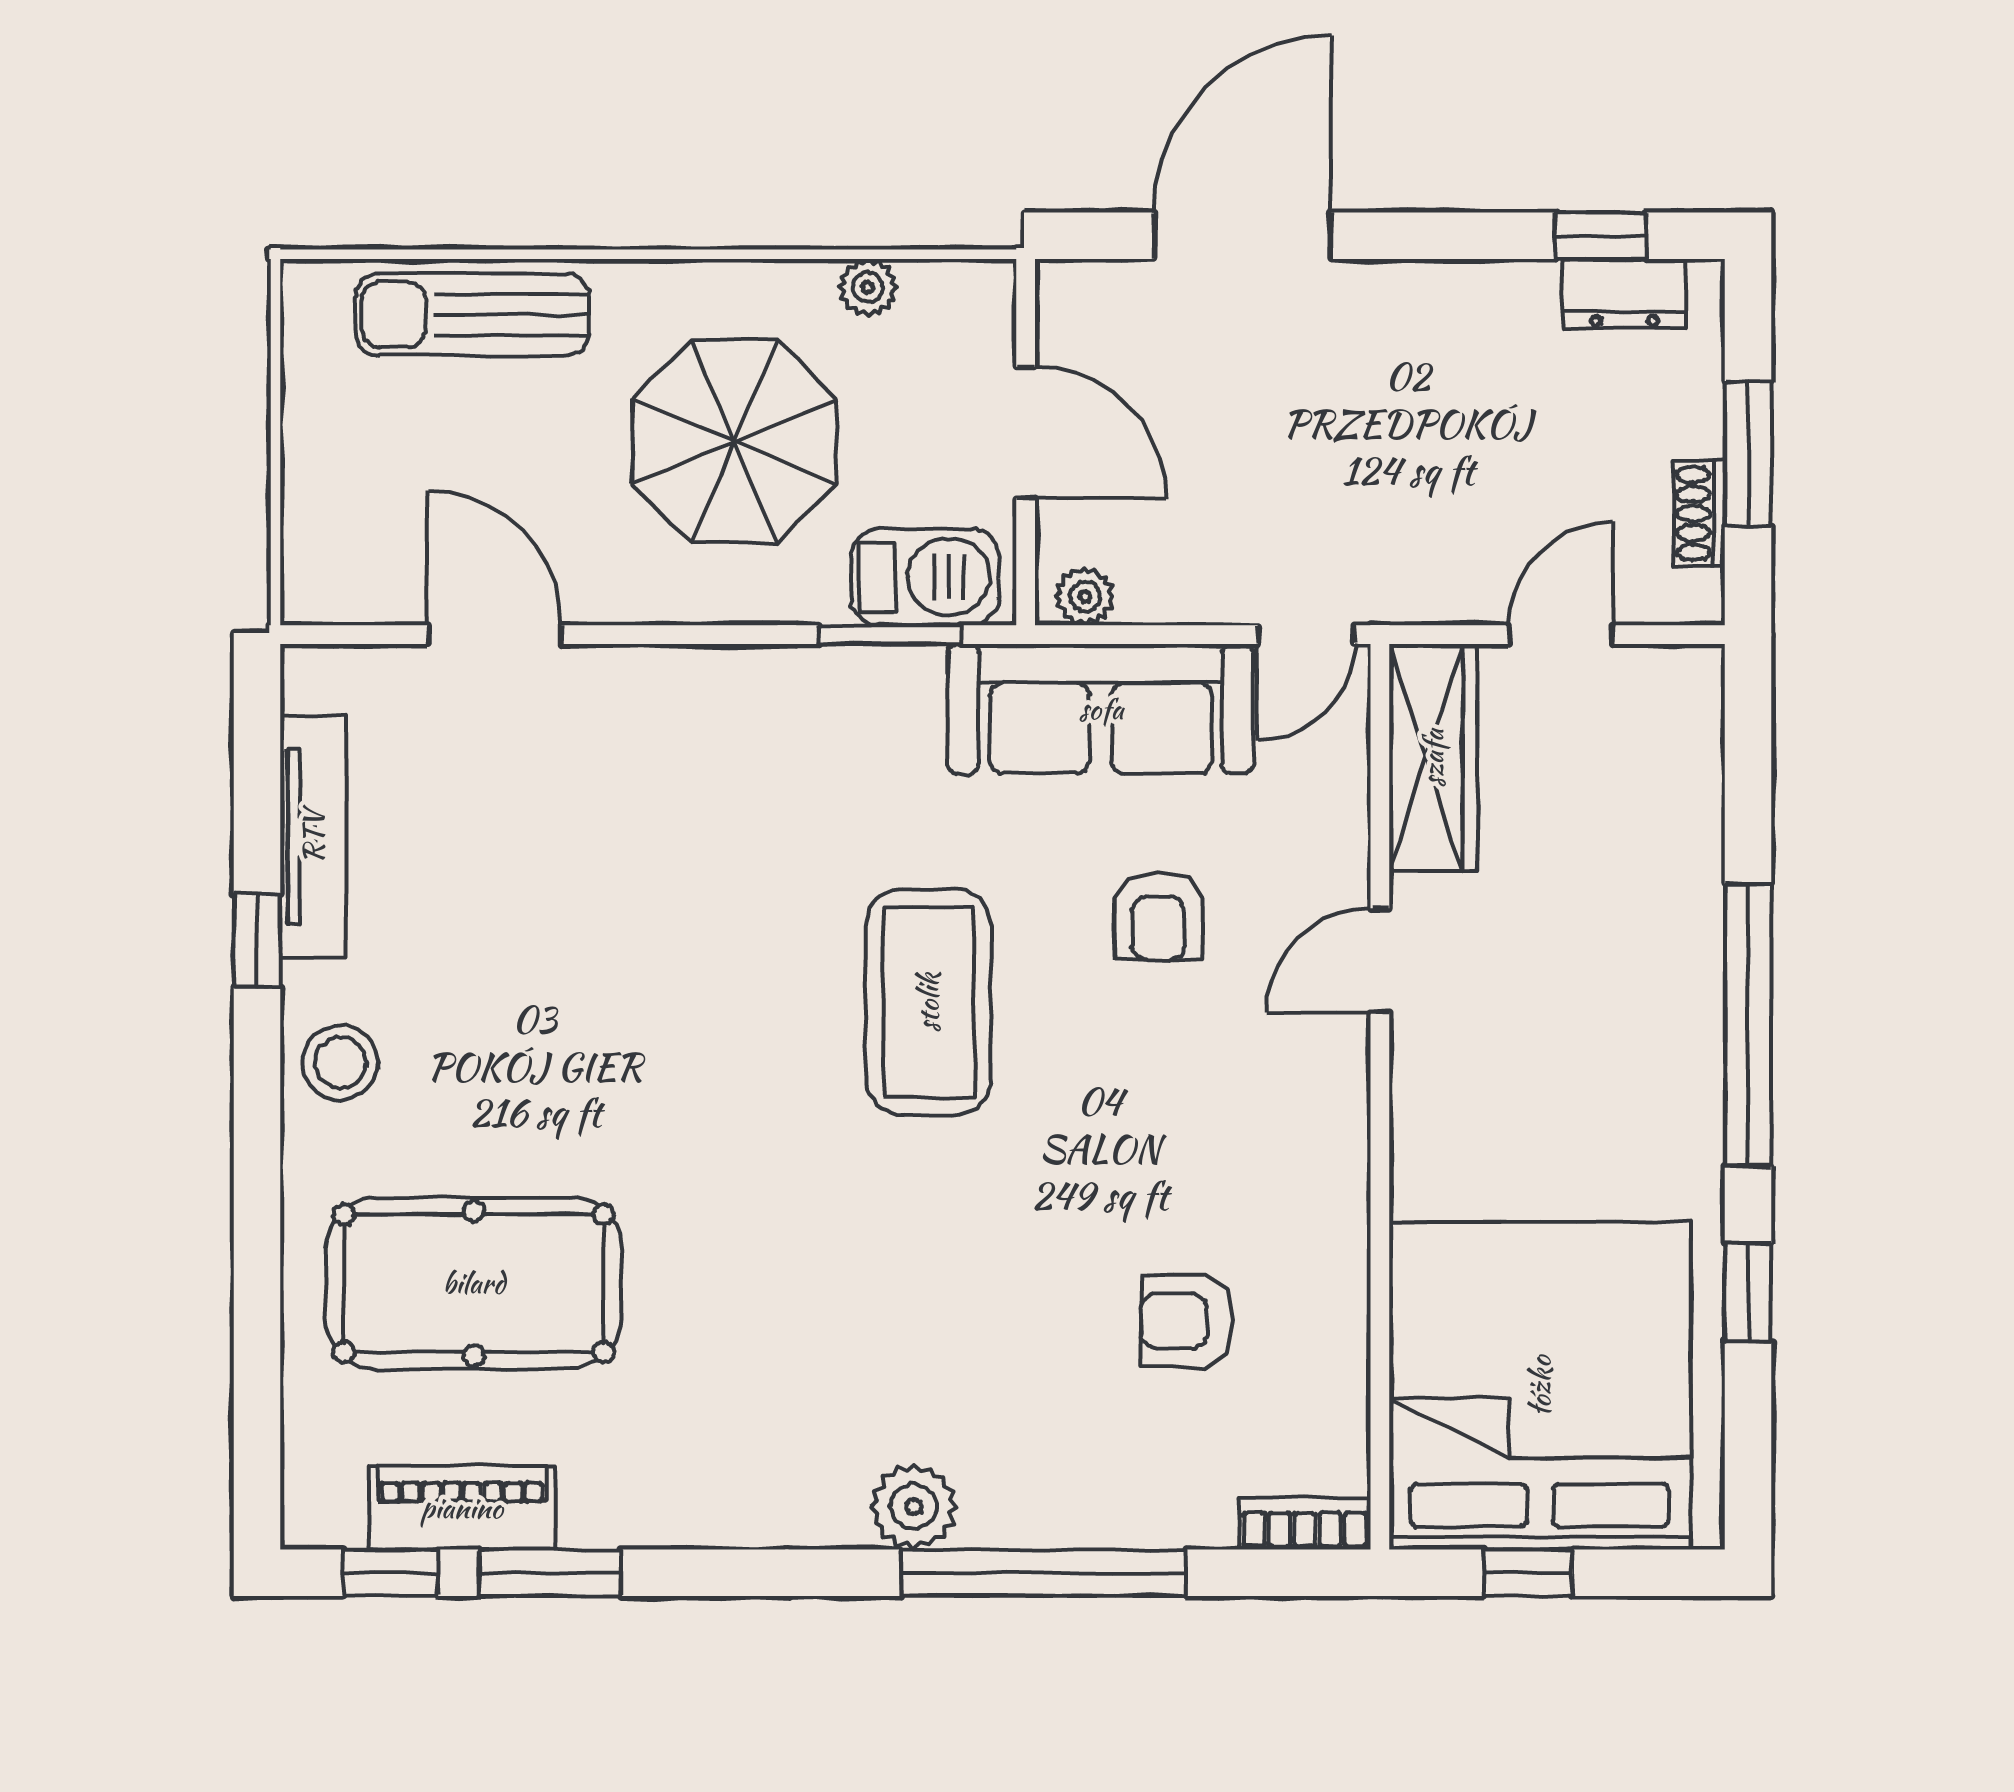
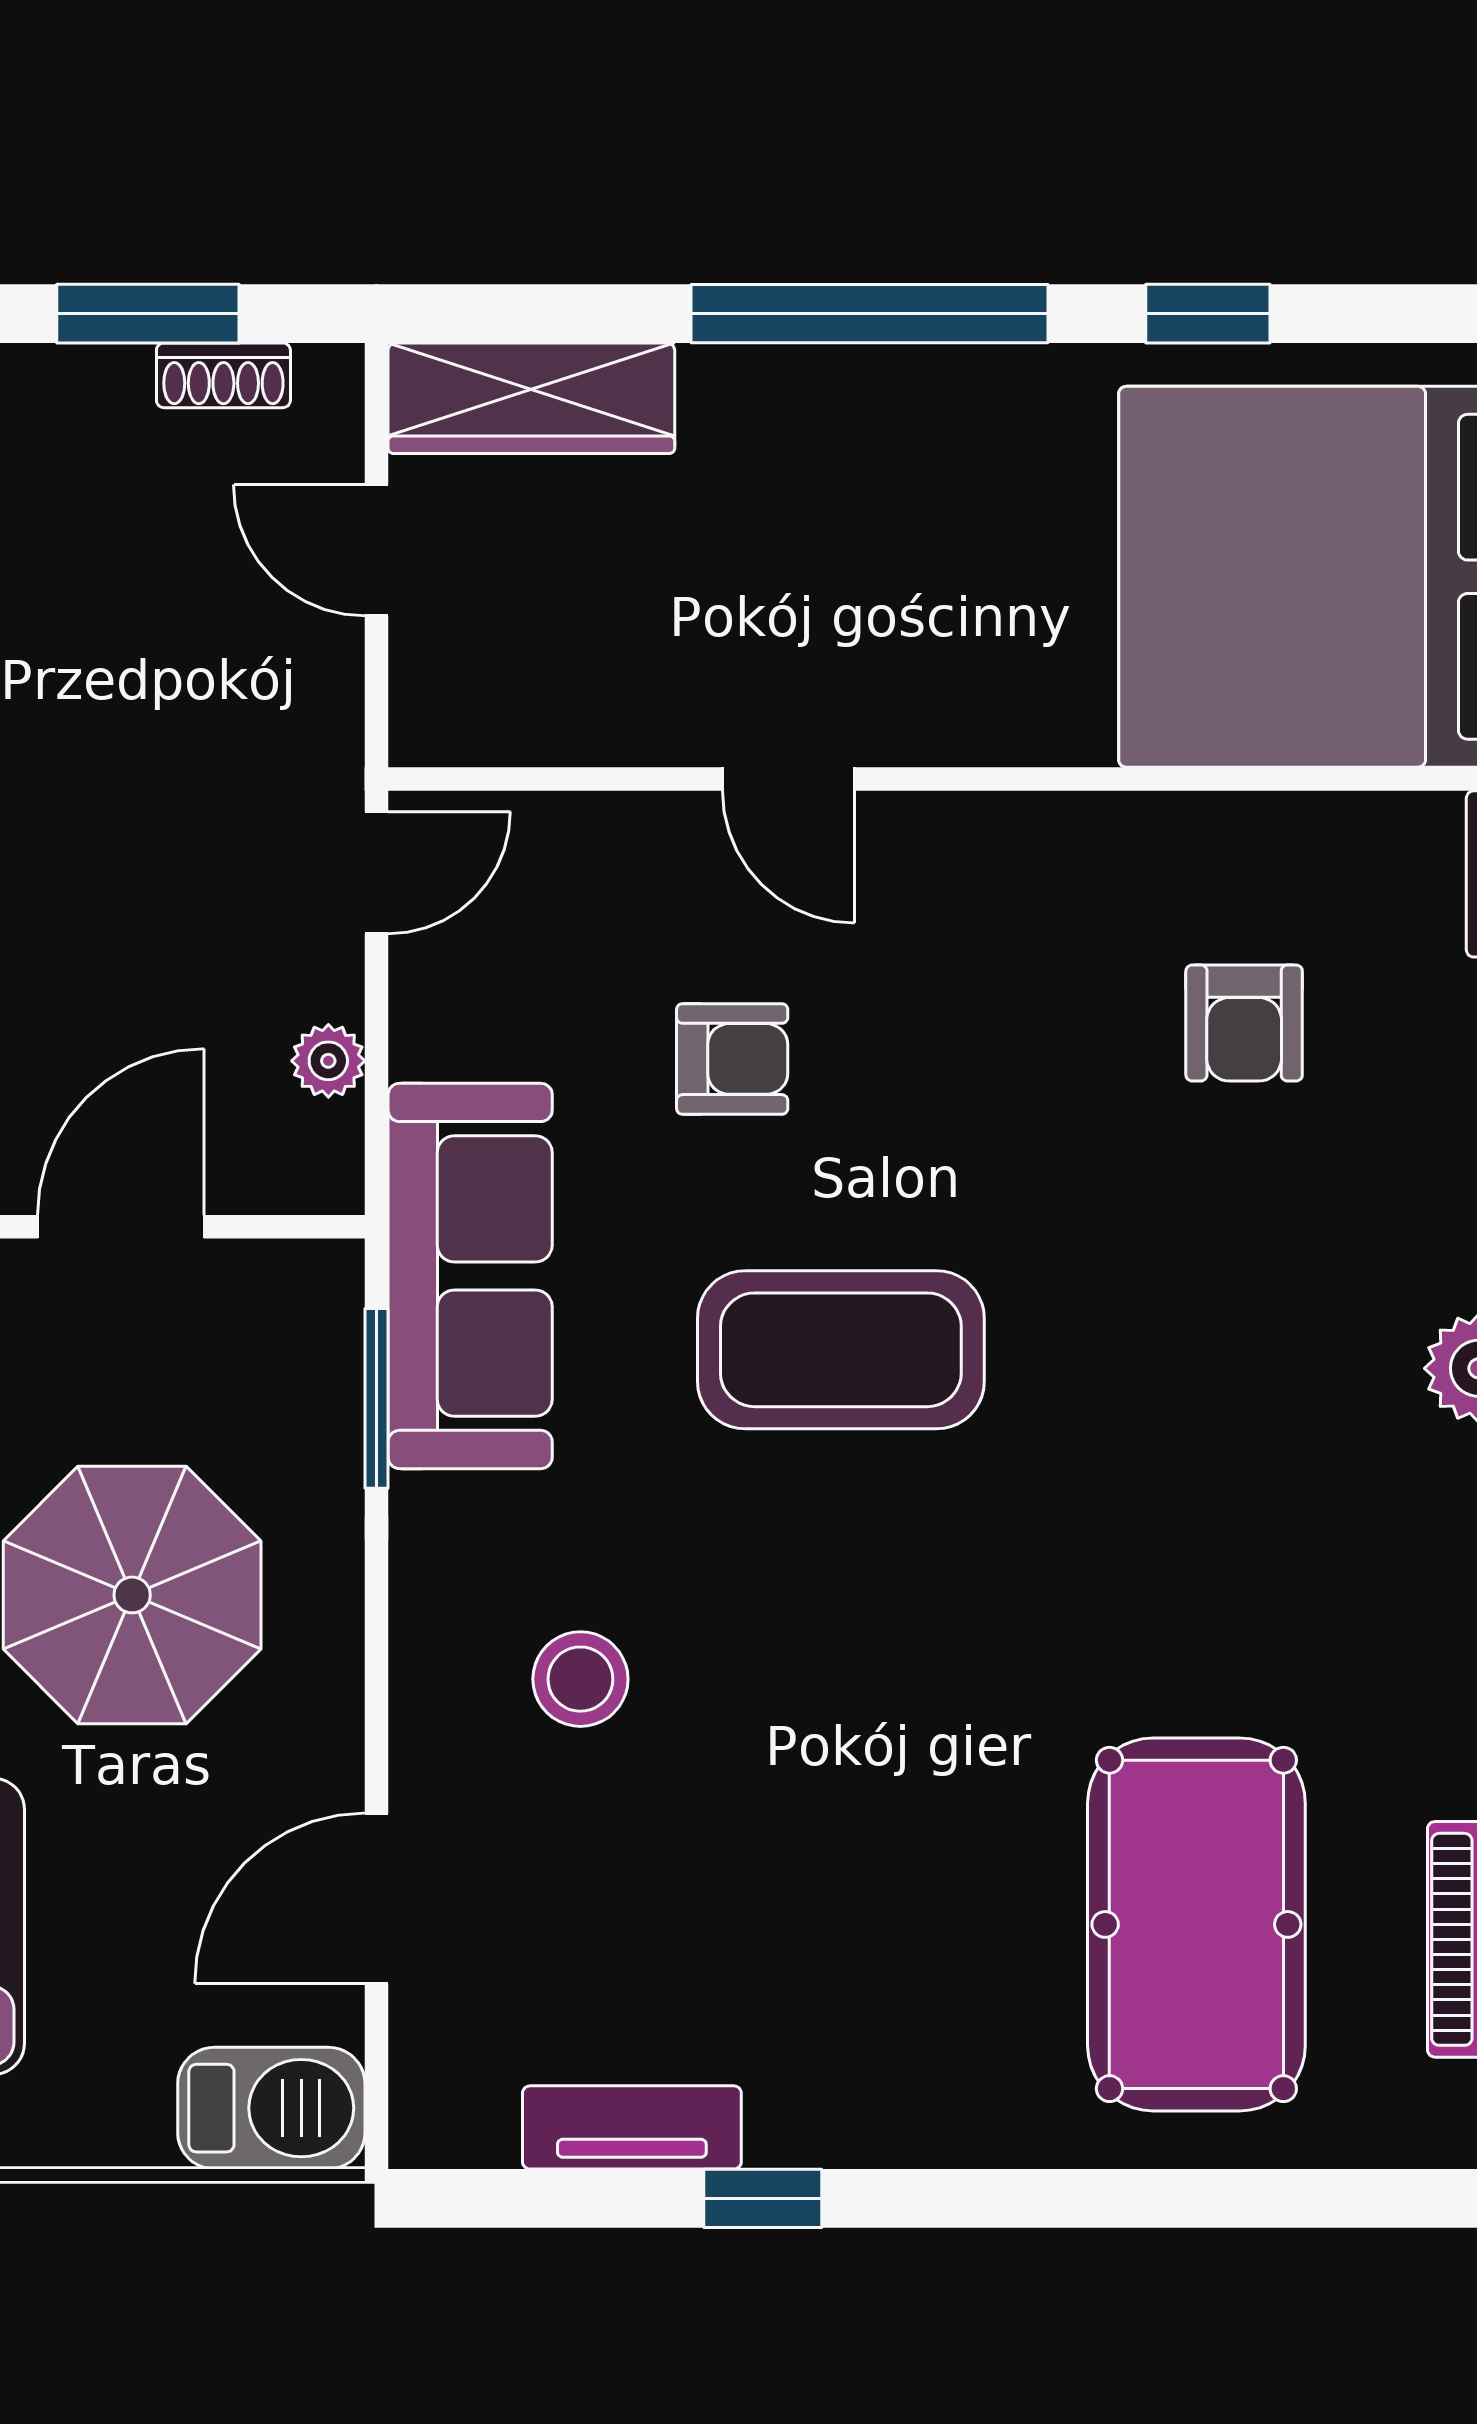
barbecue: (925, 577) -> (271, 2108), moved, turned 90
plant: (1085, 596) -> (328, 1061), moved
door: (1306, 635) -> (377, 873), hinge flipped
sofa: (1101, 709) -> (470, 1276), moved
wardrobe: (1433, 758) -> (531, 398), moved, turned 180
tv unit: (313, 837) -> (632, 2127), width x0.71
stool: (341, 1063) -> (580, 1679), moved

